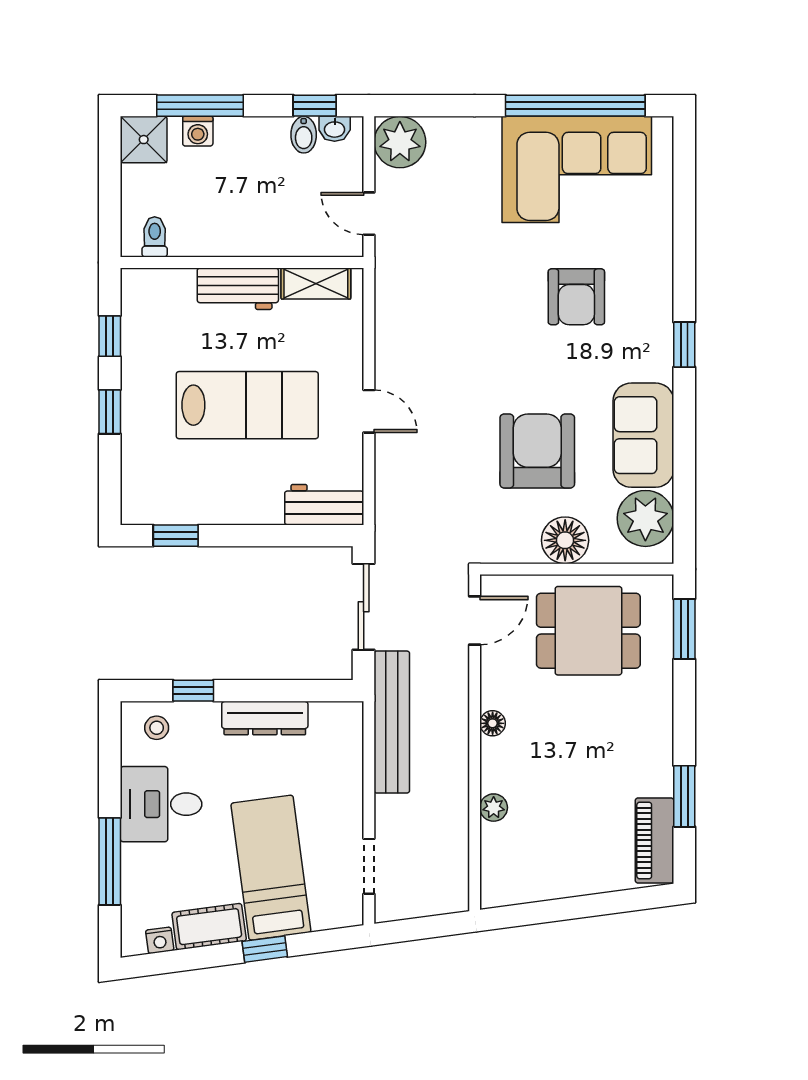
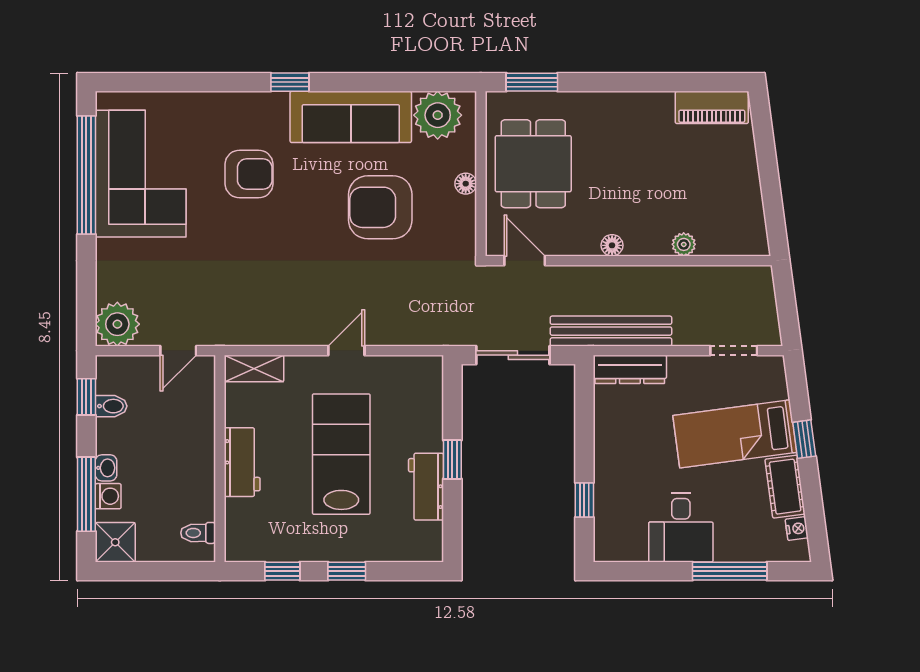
washbasin: (335, 129) -> (106, 468), moved
shelving: (316, 283) -> (254, 368), moved, turned 90
sofa: (643, 435) -> (351, 117), width x1.36
workbench: (324, 505) -> (426, 487), moved
window: (176, 536) -> (452, 459), moved
floor lamp: (565, 540) -> (466, 184), width x0.53, depth x0.53
dresser: (265, 718) -> (630, 369), moved, turned 90
stool: (157, 728) -> (616, 531), removed
window: (684, 796) -> (674, 82), removed

